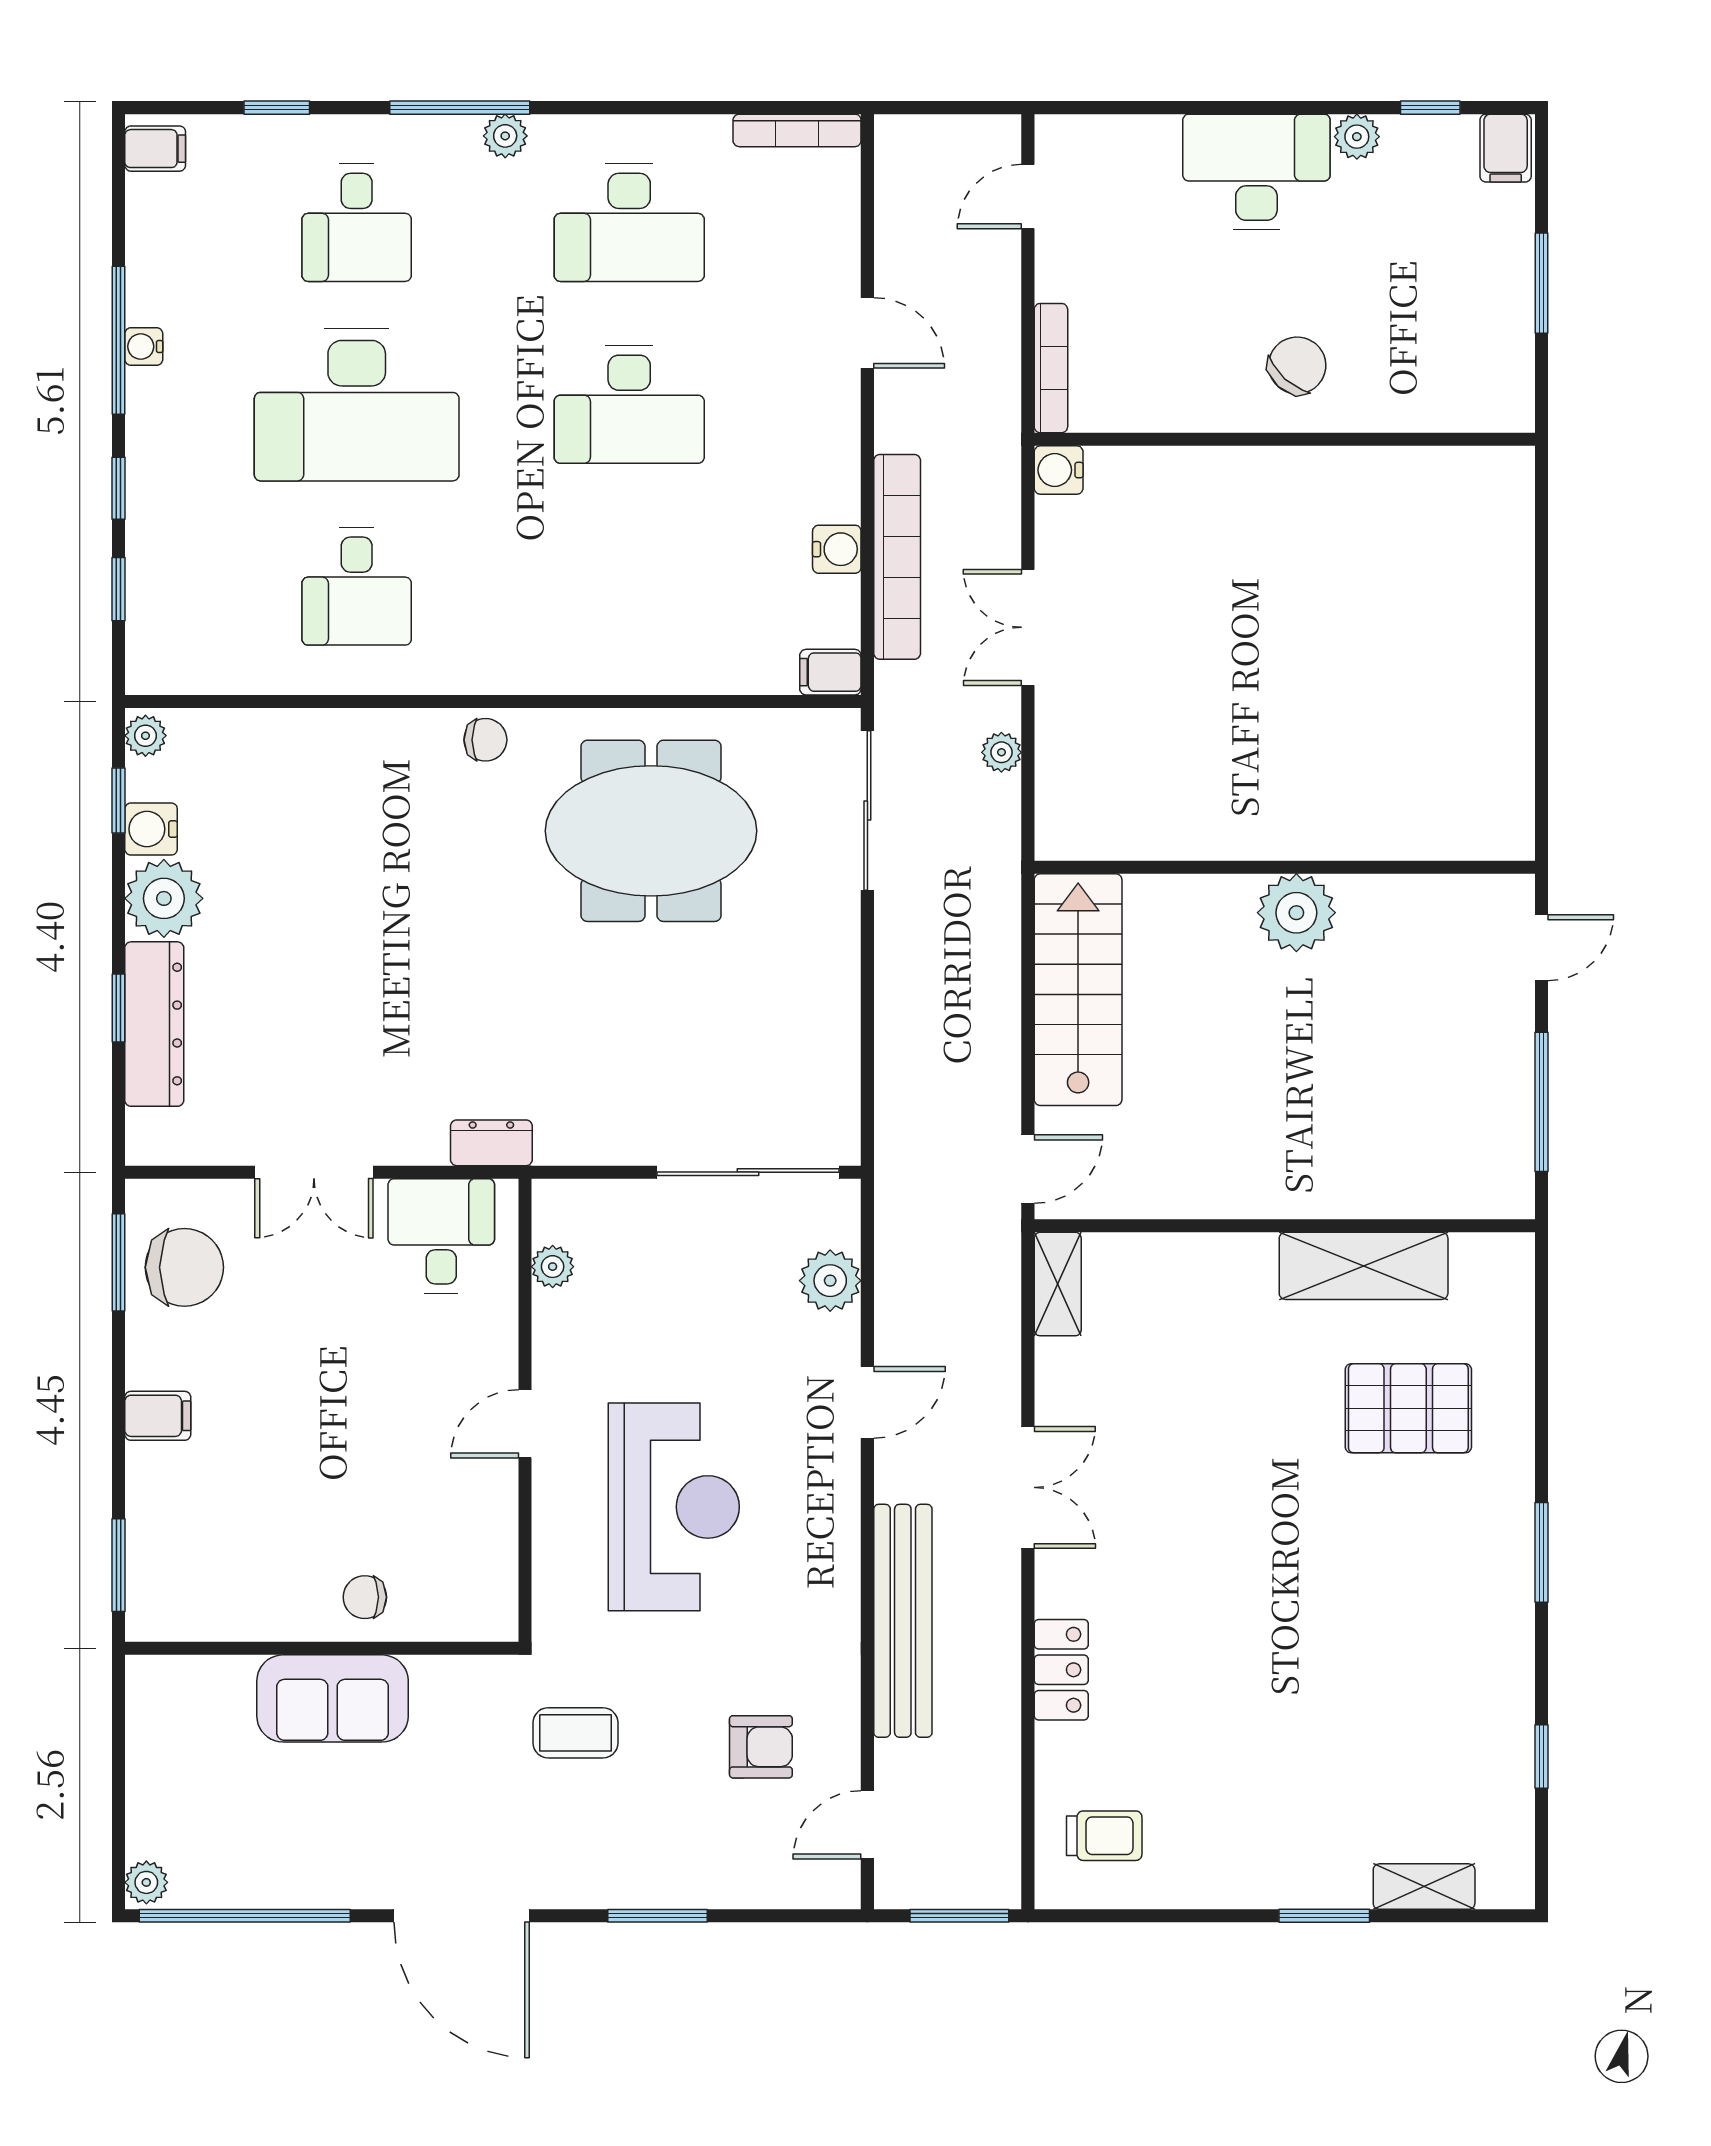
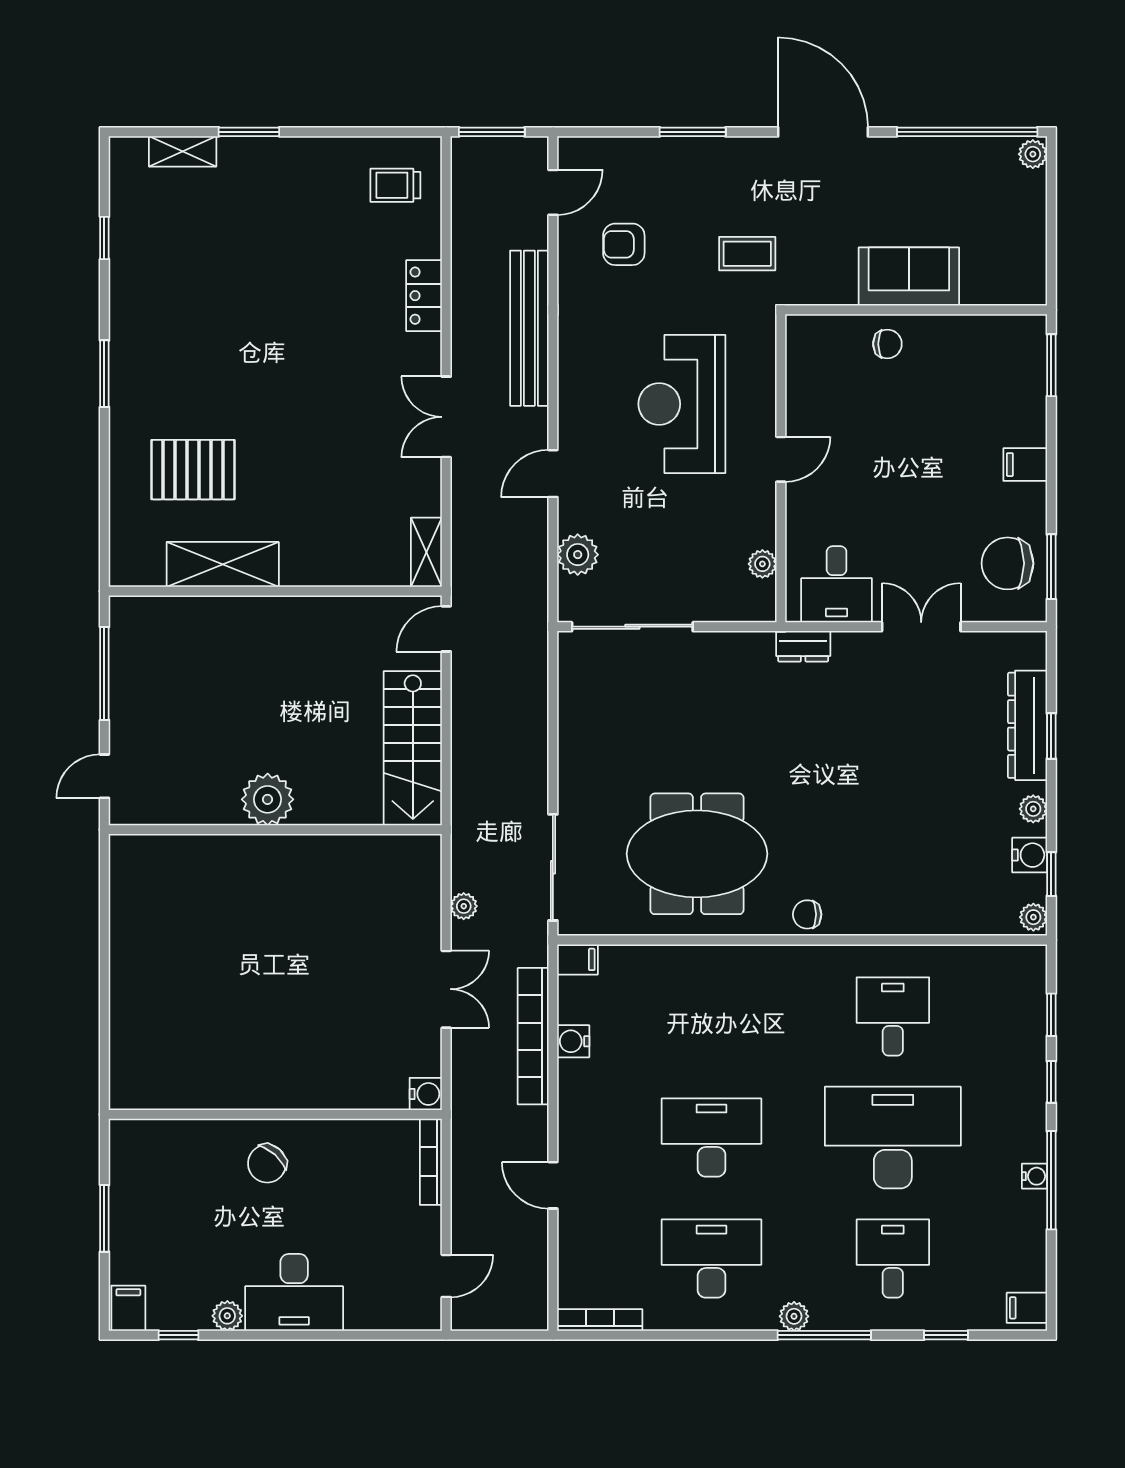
plant: (164, 898) -> (1033, 809), width x0.53, depth x0.53

